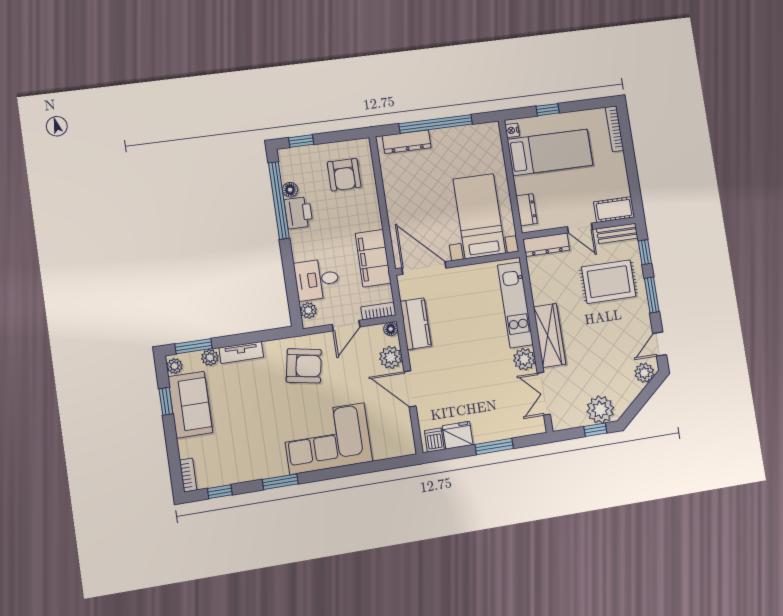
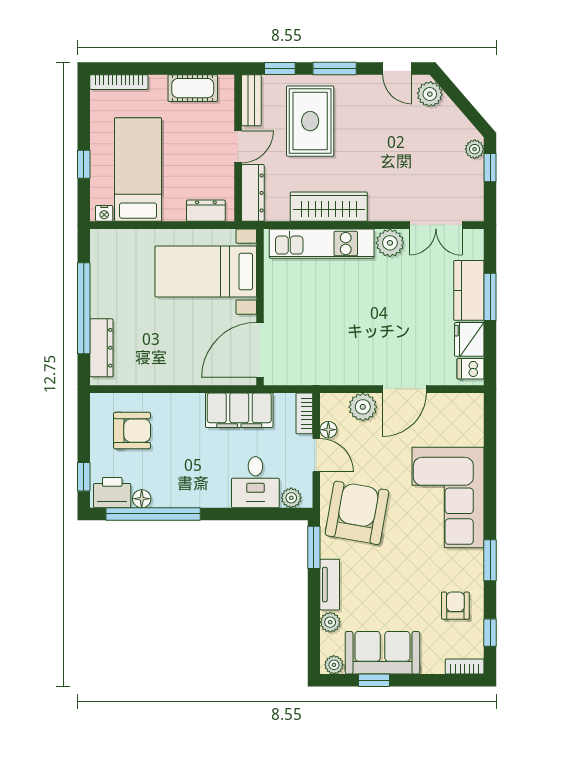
cot: (614, 210) -> (193, 88), moved, turned 90
printer: (299, 213) -> (112, 493), moved
kitchen counter: (416, 324) -> (469, 290), moved, turned -90
floor lamp: (391, 329) -> (328, 430), moved
wardrobe: (550, 336) -> (329, 207), moved
window: (194, 346) -> (314, 547), moved
armchair: (304, 366) -> (357, 513), width x1.36, depth x1.36
plant: (600, 410) -> (475, 149), width x0.53, depth x0.53
armchair: (238, 459) -> (455, 606), added

